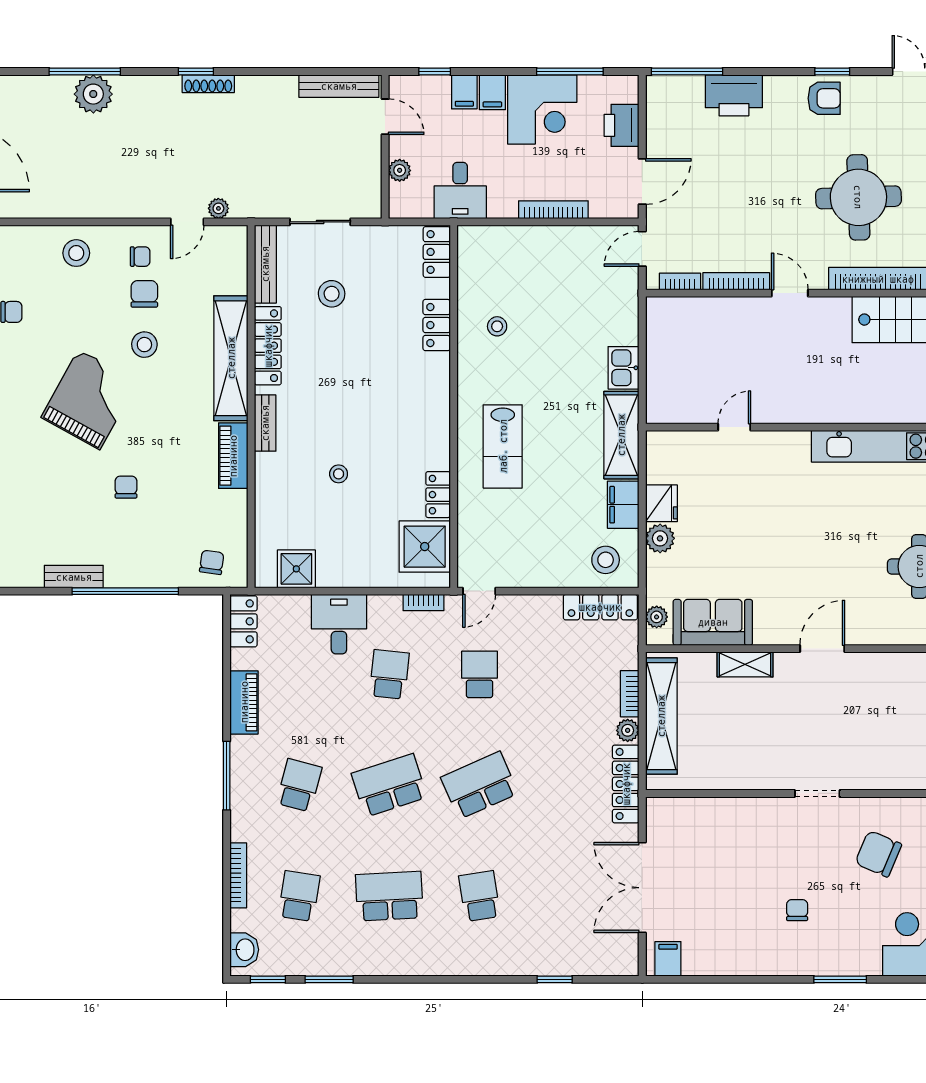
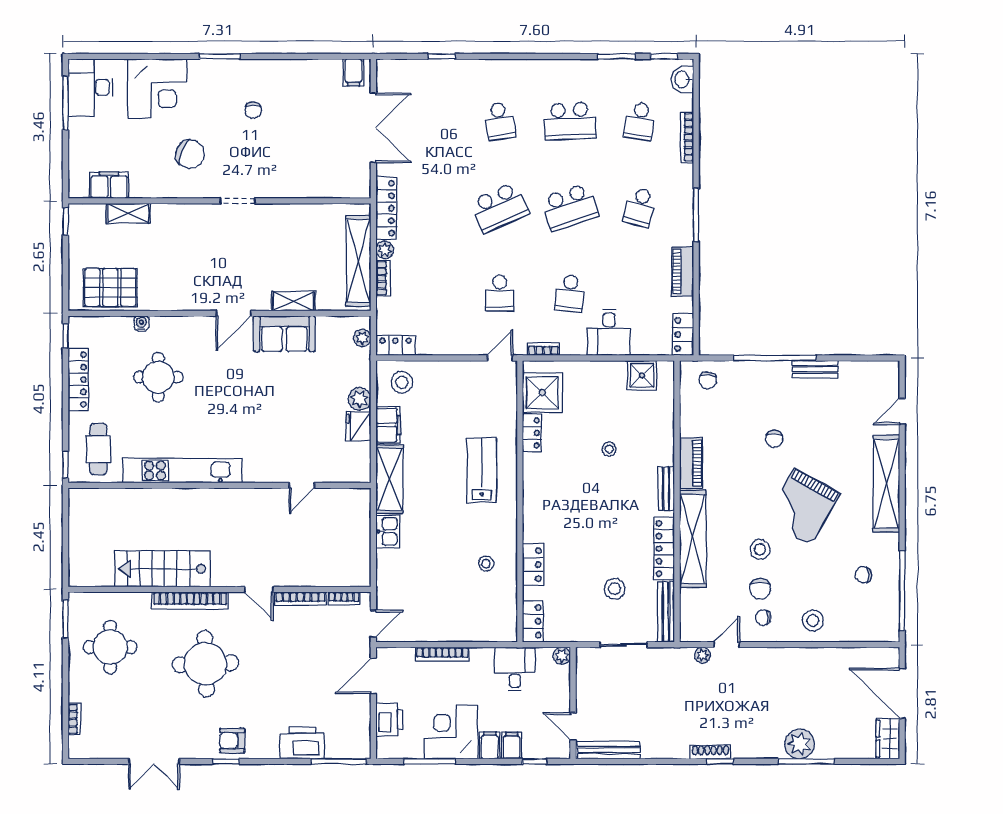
plant: (400, 170) -> (562, 656), moved
locker: (600, 607) -> (396, 346), width x0.66
sofa: (713, 622) -> (284, 334), moved

